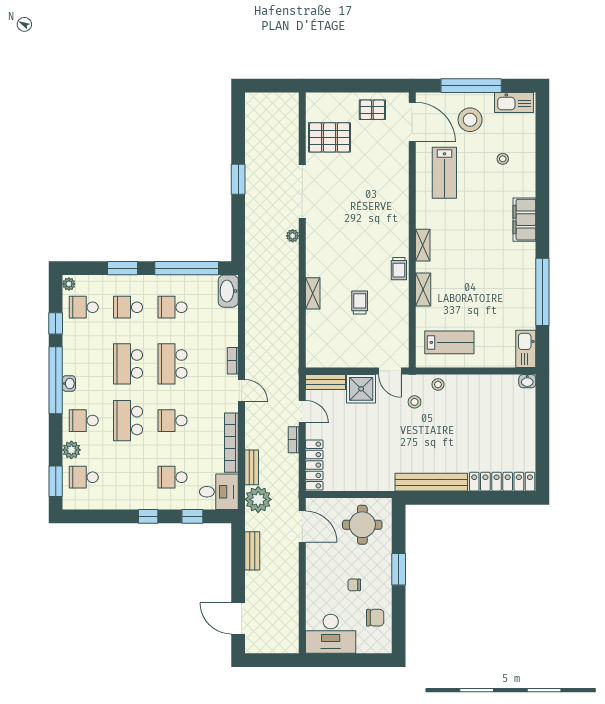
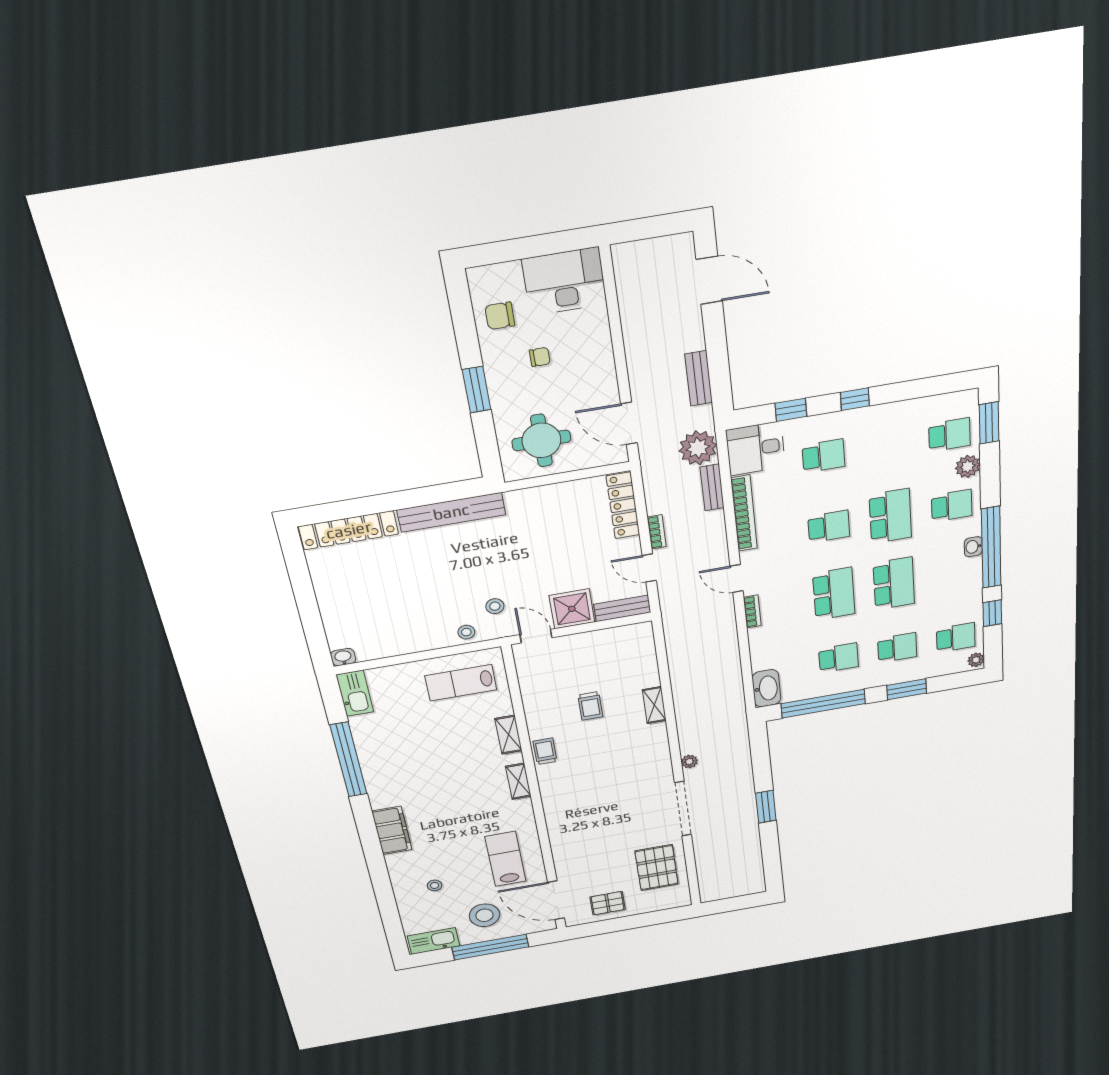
pallet: (330, 137) -> (657, 868), turned 90

